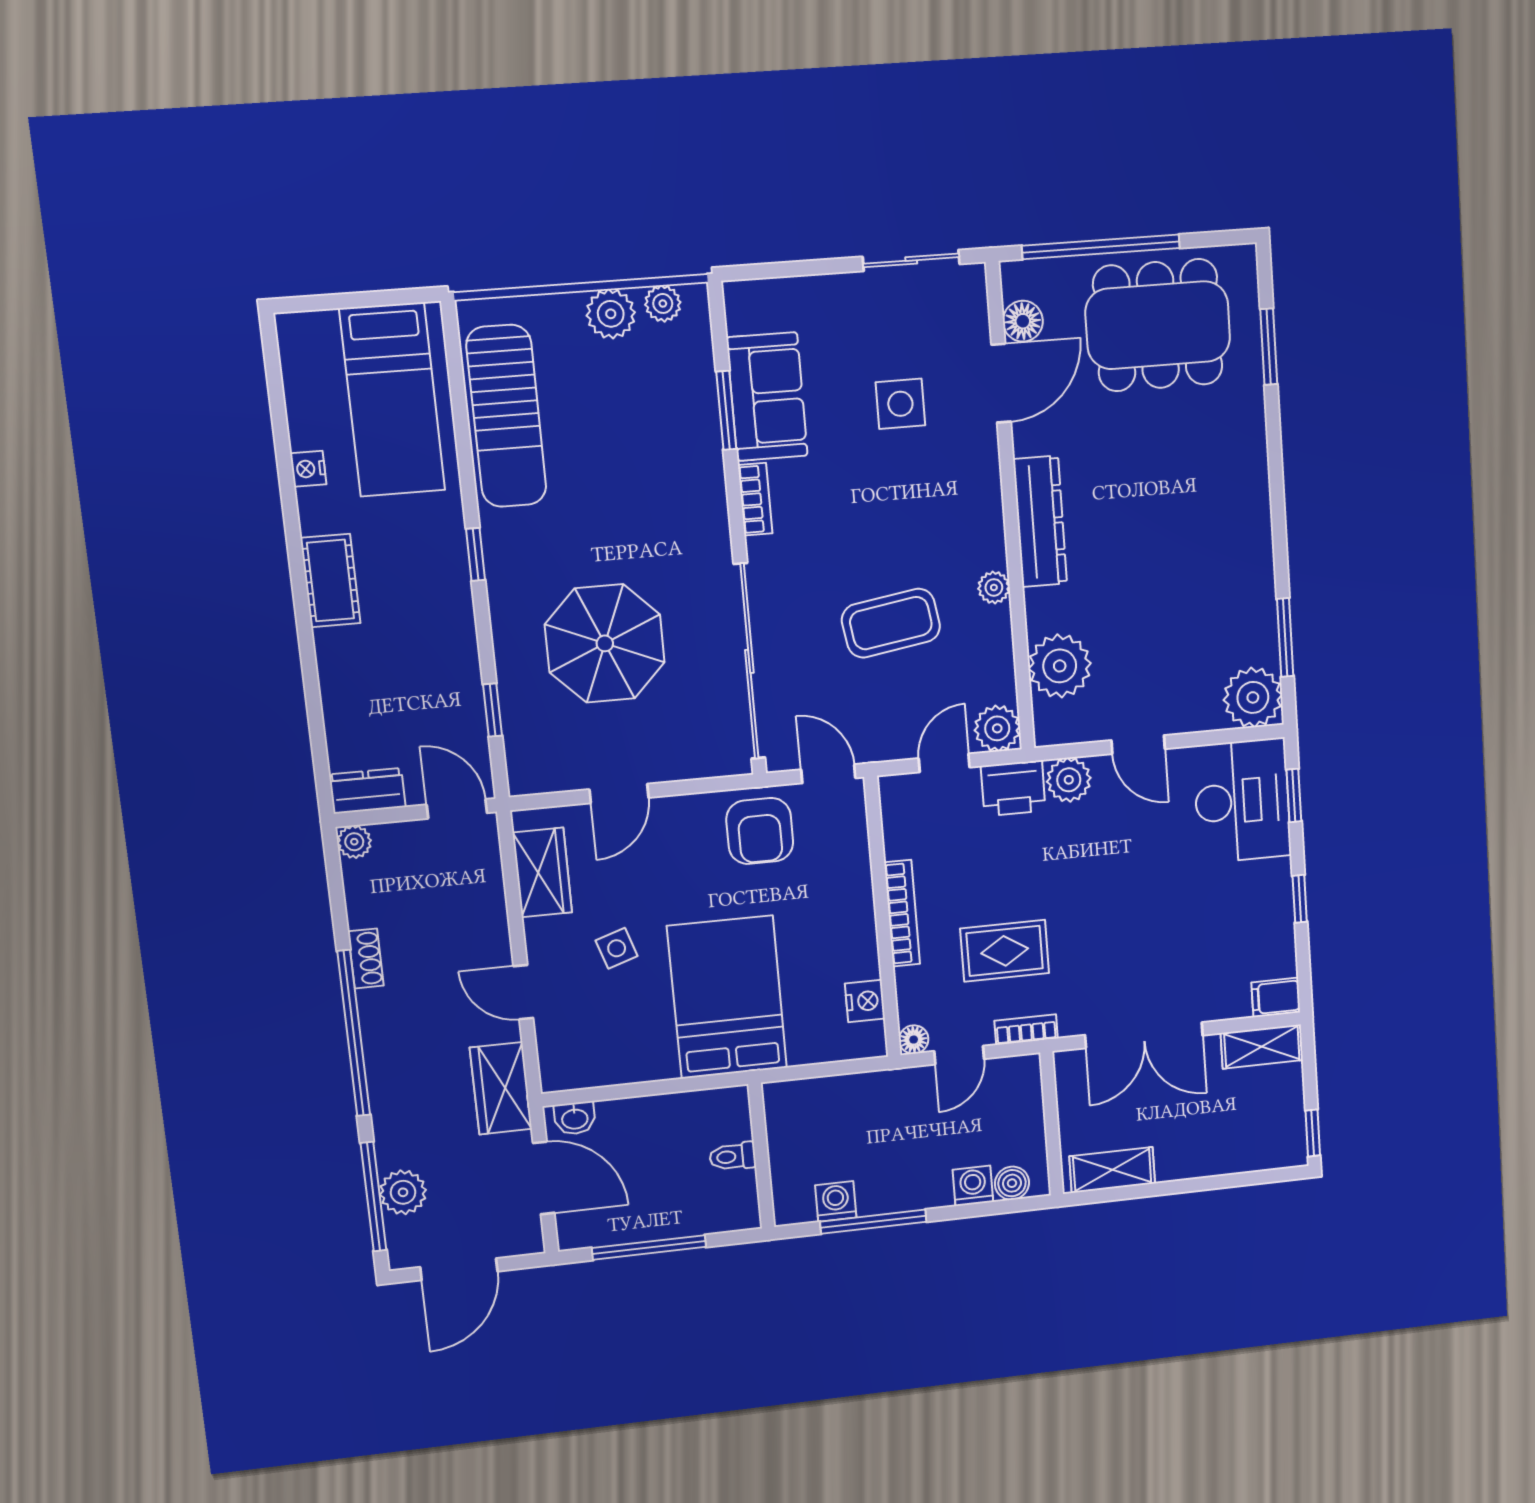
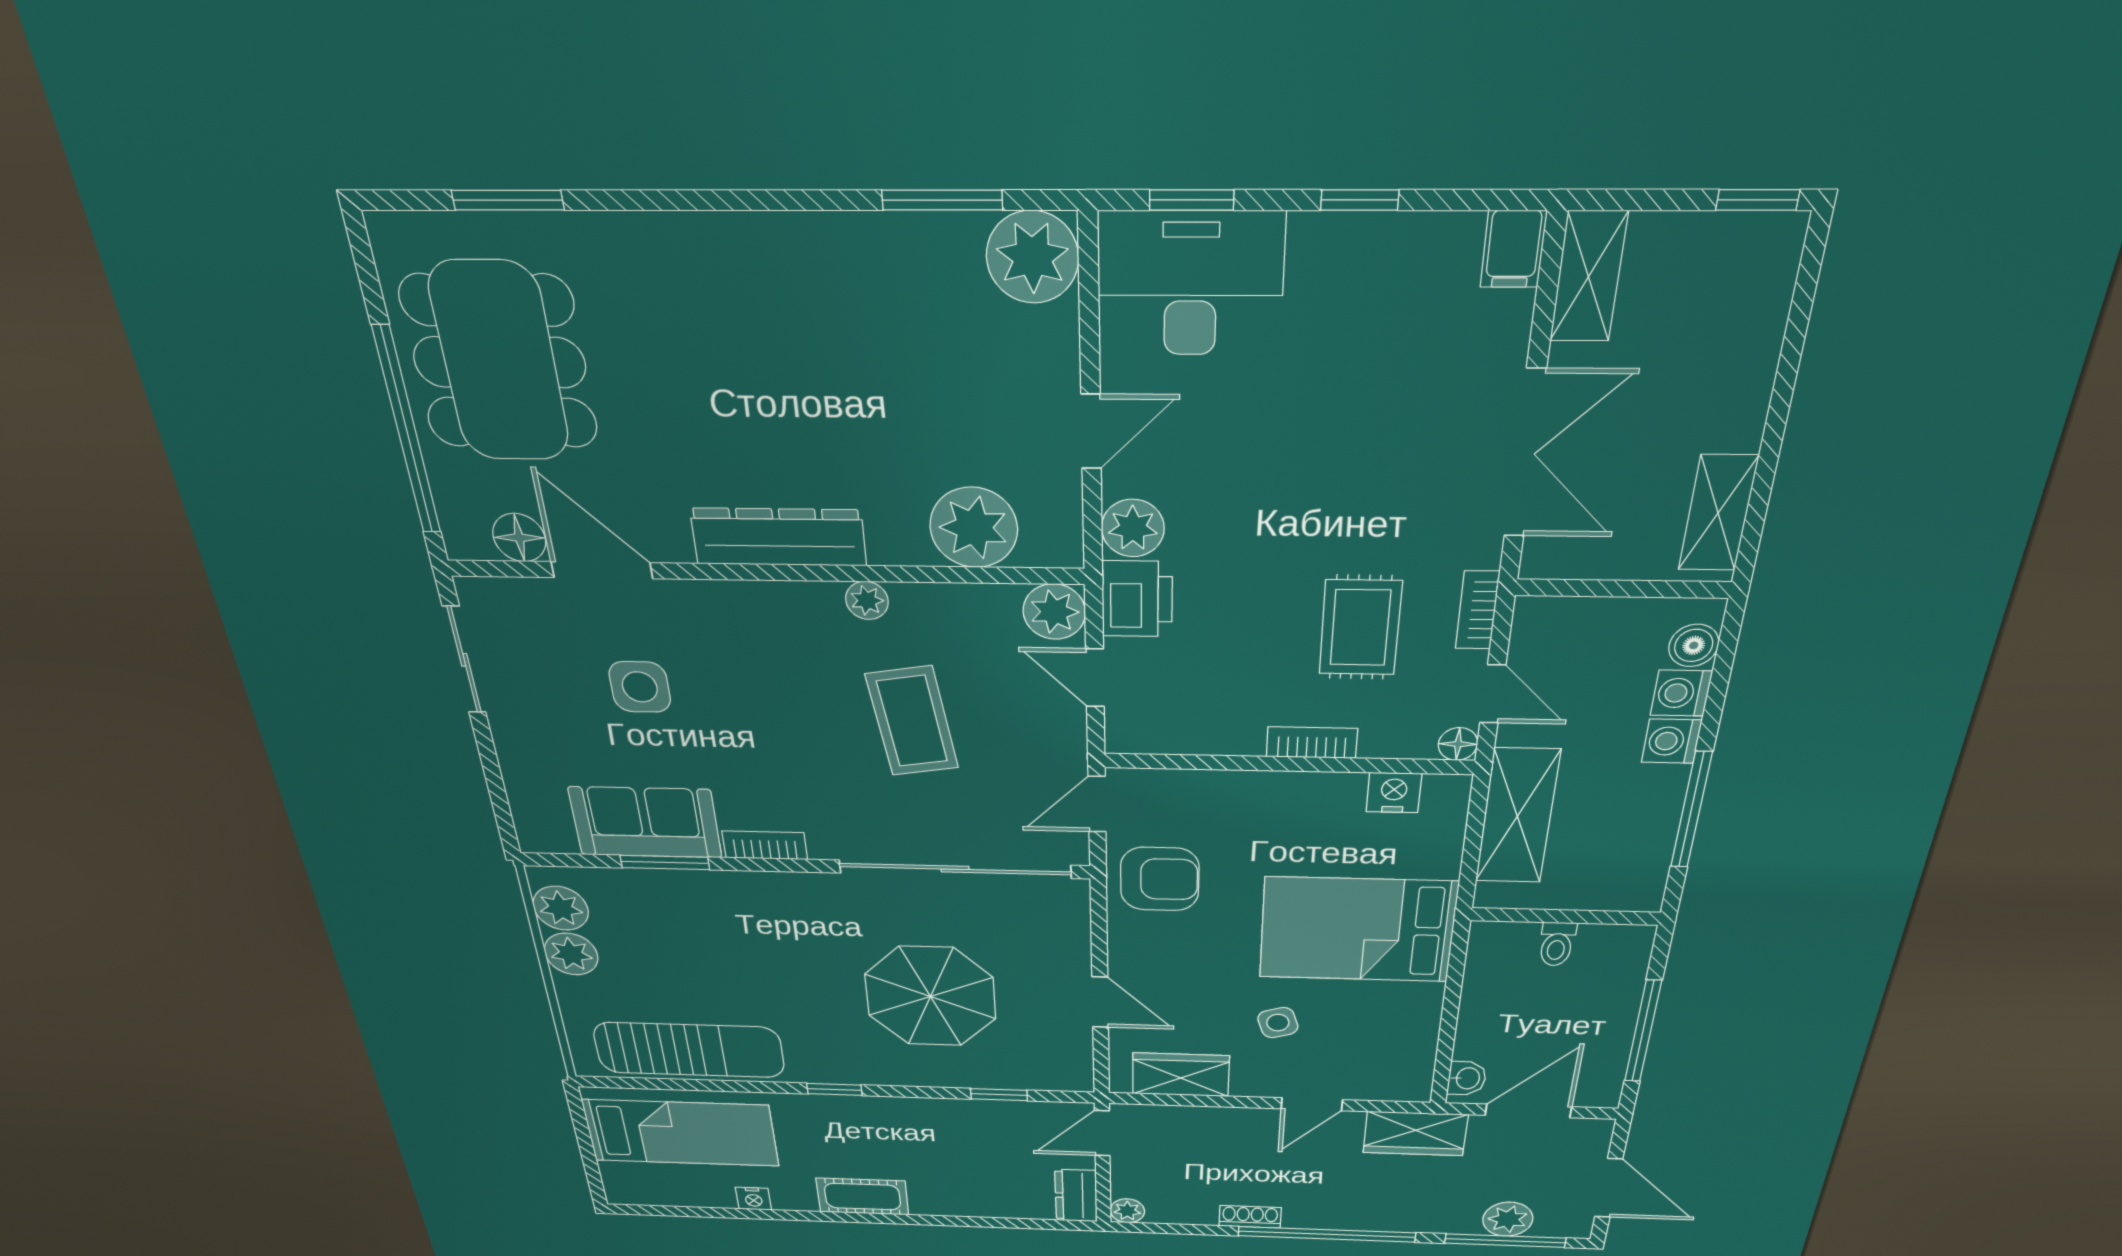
plant: (663, 303) -> (561, 908), width x1.38, depth x1.38
bookcase: (902, 913) -> (1312, 743), width x0.64
shelving: (853, 1097) -> (1517, 816), added
washing machine: (836, 1201) -> (1672, 741), moved

